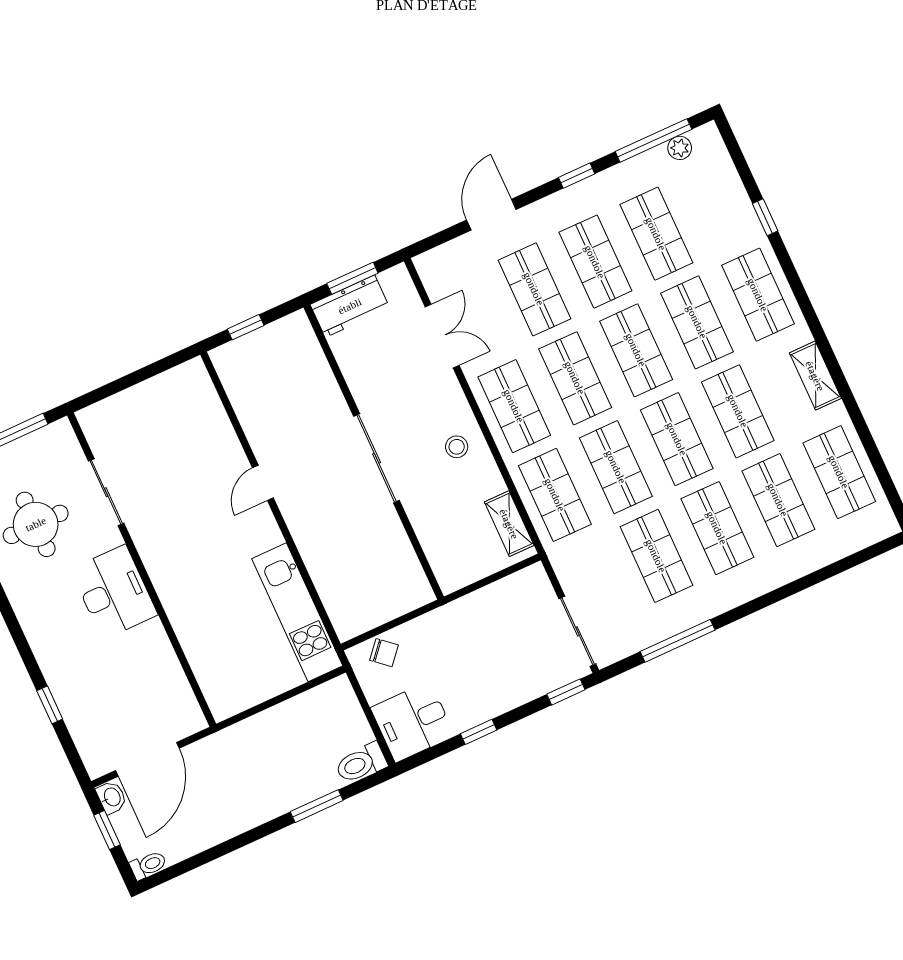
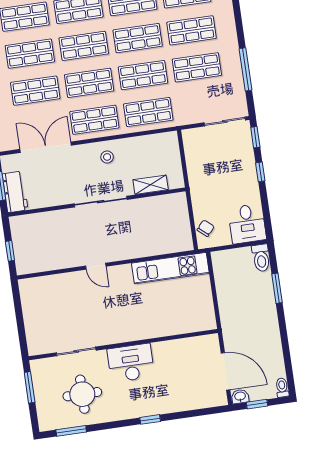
double door: (442, 336) -> (46, 147), width x1.37
shelving: (509, 524) -> (151, 185), moved
window: (50, 705) -> (150, 419), moved
window: (479, 732) -> (260, 172), moved

